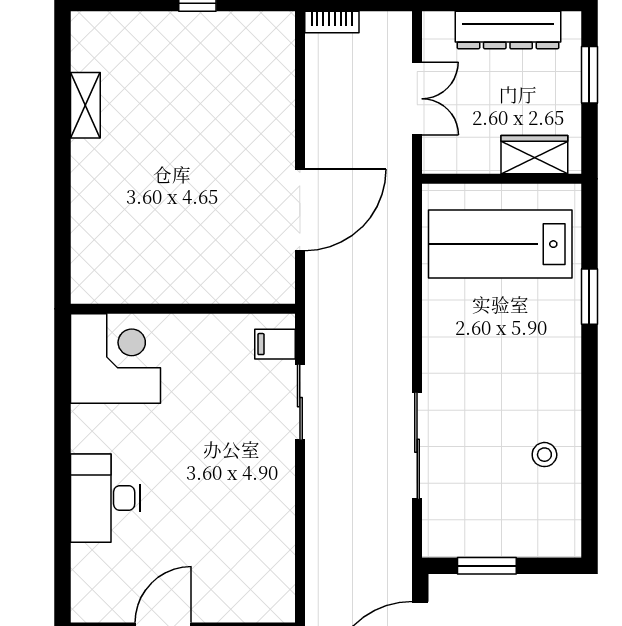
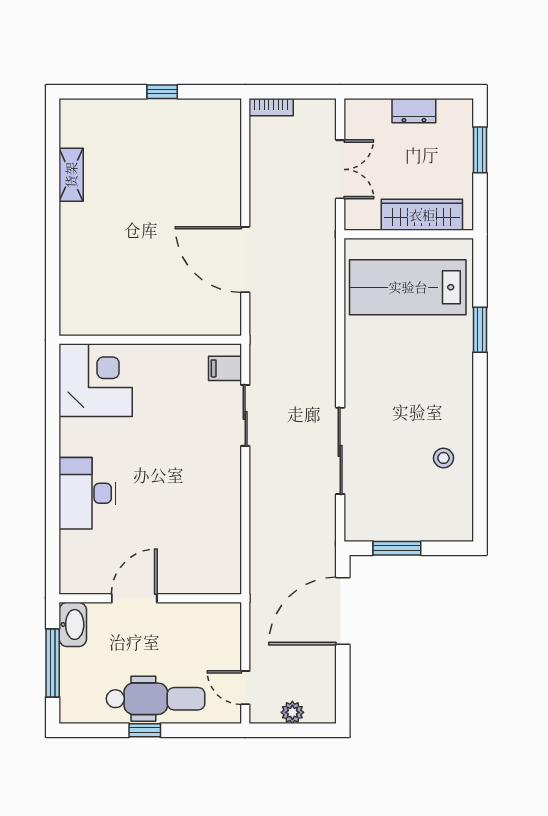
dresser: (508, 30) -> (414, 111), width x0.51, depth x0.80
wardrobe: (534, 155) -> (422, 215), width x1.50
door: (300, 210) -> (245, 260), swing flipped

